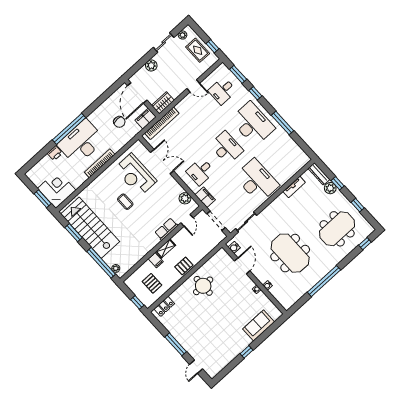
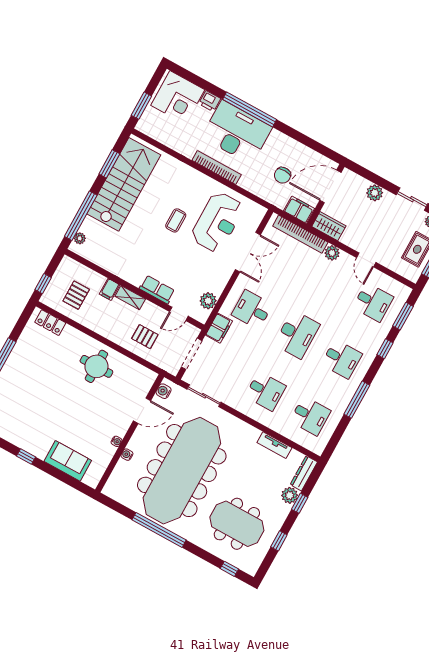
desk: (222, 91) -> (373, 302), turned 180
plant: (181, 107) -> (332, 253), added
desk: (253, 124) -> (342, 359), width x0.53, depth x0.77
desk: (283, 157) -> (310, 416), added
reception desk: (135, 175) -> (217, 222), turned 180
desk: (257, 181) -> (265, 391), width x0.53, depth x0.77
corner desk: (57, 189) -> (178, 98), moved, turned 90
meeting table: (290, 253) -> (182, 471), width x1.86, depth x1.27
pallet: (184, 266) -> (145, 337), moved

